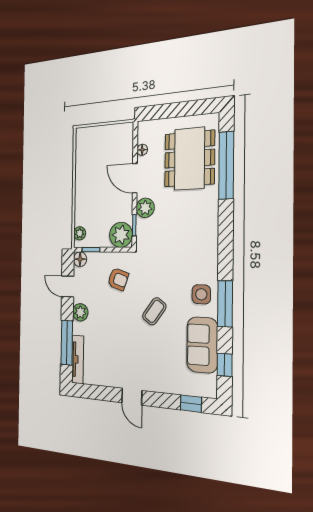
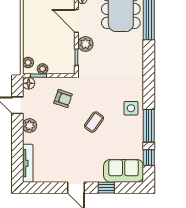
plant: (121, 235) -> (43, 69), moved, width x0.53, depth x0.53
window: (225, 304) -> (149, 126), moved
window: (67, 343) -> (17, 151), removed
sofa: (202, 345) -> (124, 171), moved, turned 90
window: (191, 404) -> (106, 188), moved

